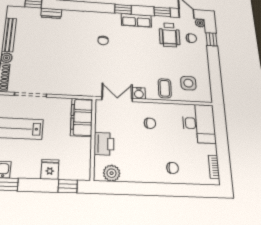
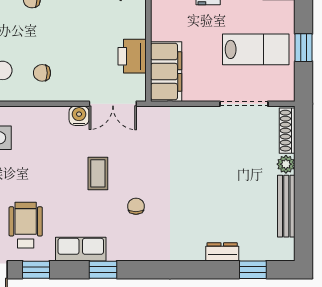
coffee table: (165, 88) -> (98, 173), moved
chair: (150, 123) -> (42, 73), moved
printer: (104, 144) -> (132, 56), moved

